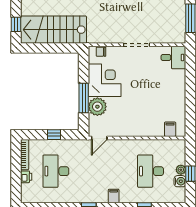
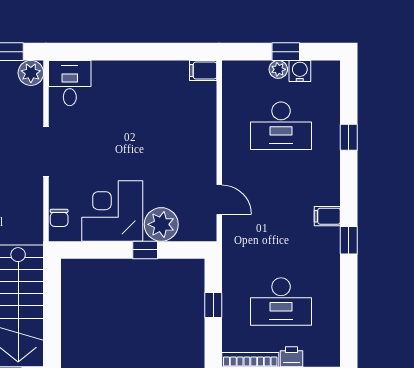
plant: (179, 37) -> (31, 73), added
window: (84, 98) -> (145, 250), width x0.46
filing cabinet: (170, 129) -> (203, 70), moved
door: (99, 138) -> (219, 200), moved
filing cabinet: (114, 196) -> (327, 216), moved

